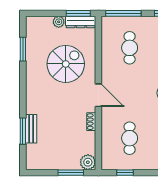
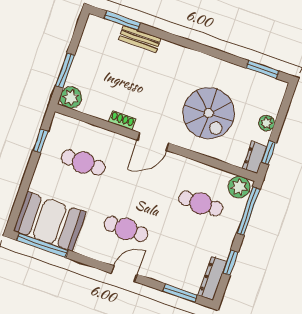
window: (78, 13) -> (269, 152), width x0.67
dresser: (81, 22) -> (254, 157), width x0.70
plant: (109, 25) -> (239, 187), added
window: (23, 49) -> (262, 69), moved
window: (23, 131) -> (122, 21), moved

